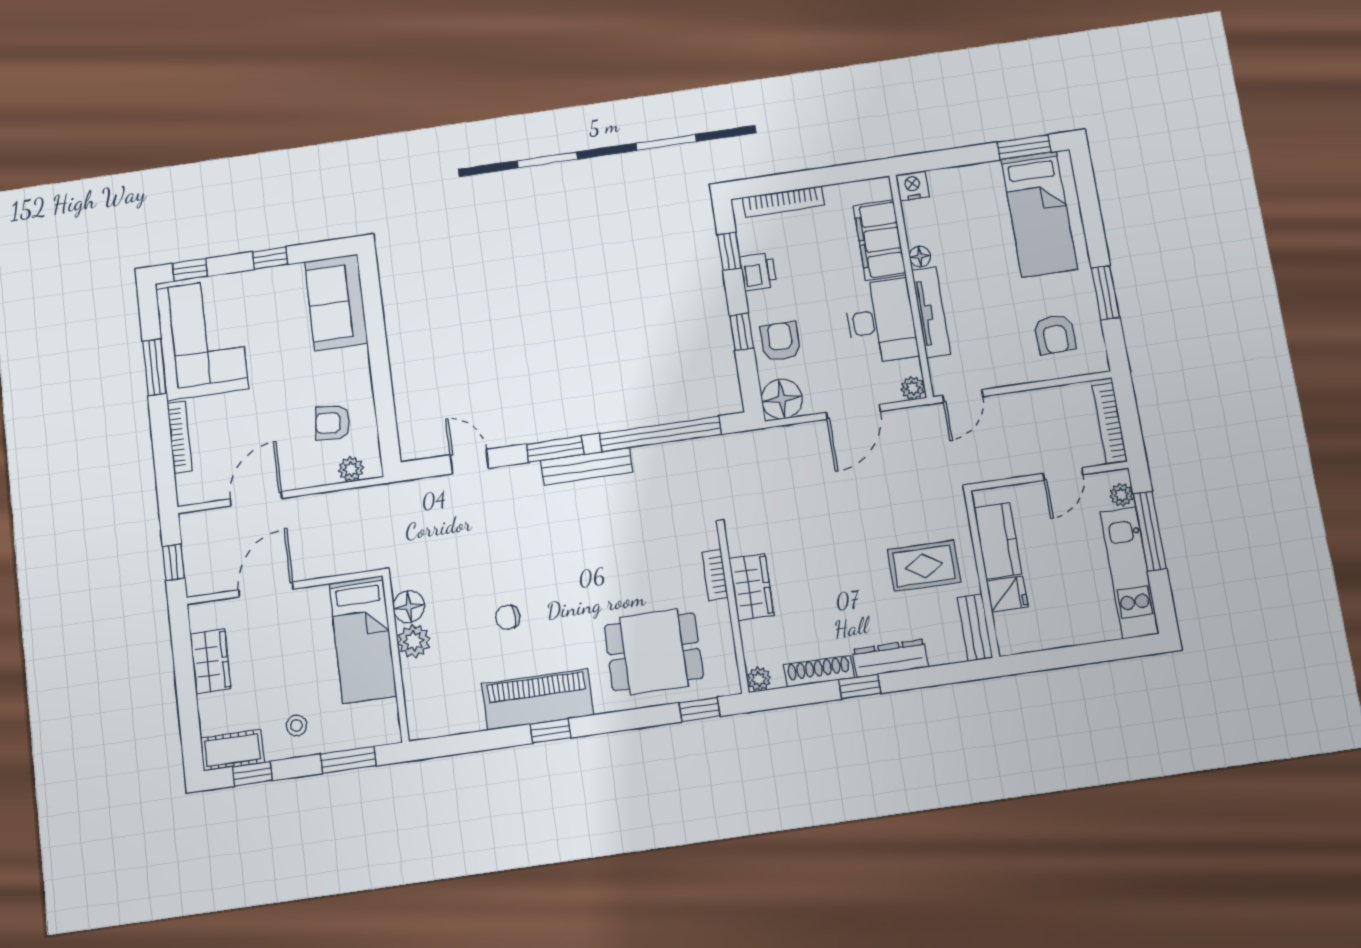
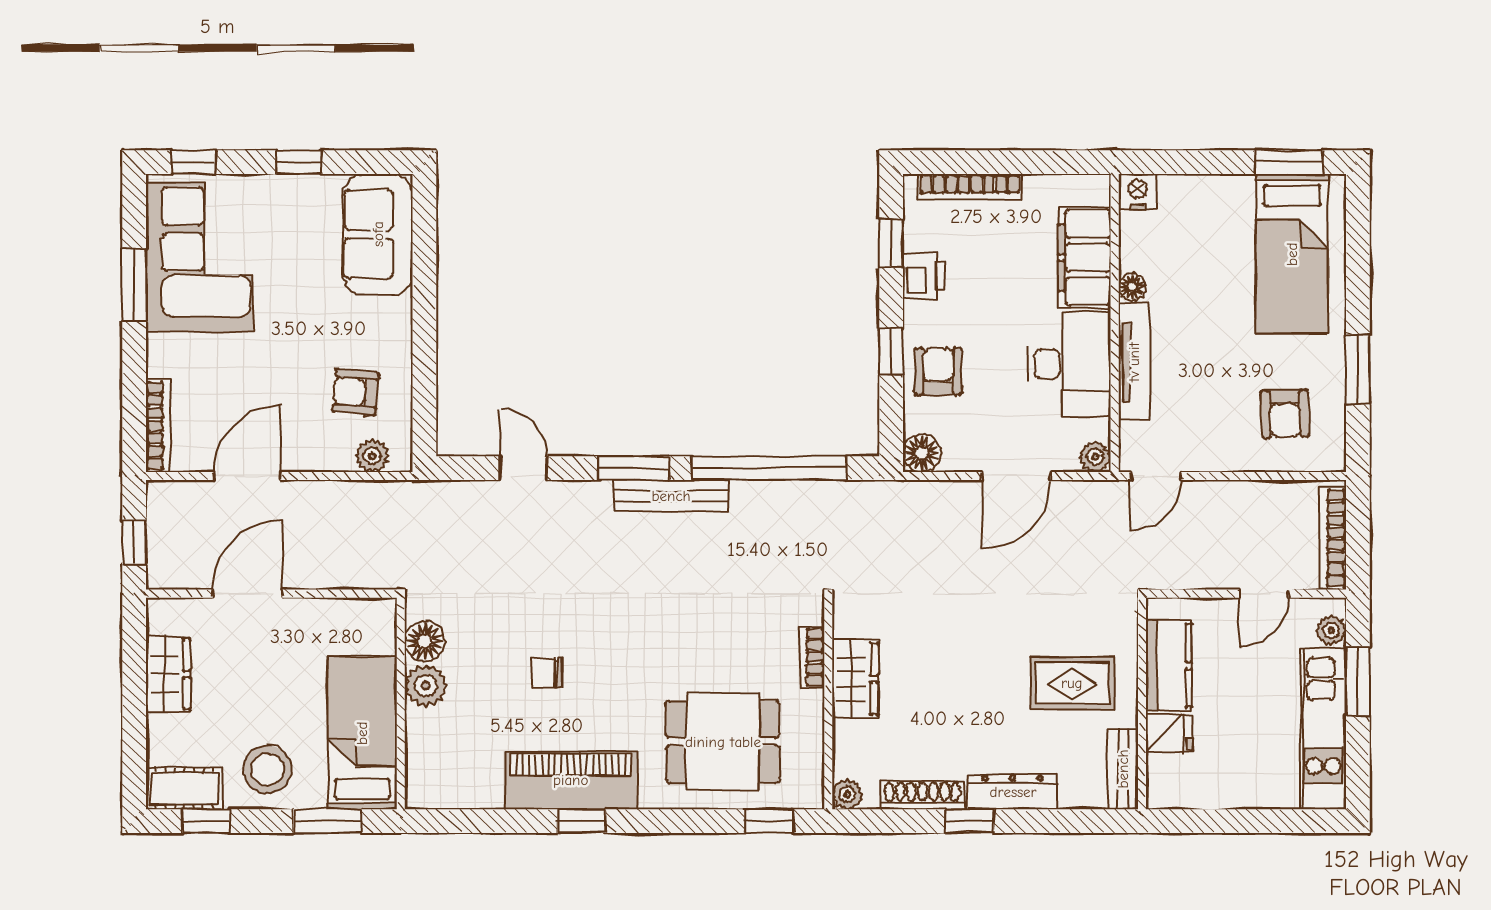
floor lamp: (782, 399) -> (922, 453), width x0.73, depth x0.73
bookcase: (180, 437) -> (158, 426), moved
window: (1150, 531) -> (1358, 681), width x0.69
bed: (363, 639) -> (362, 733), moved, turned 180
stool: (296, 725) -> (267, 769), width x1.89, depth x1.89

